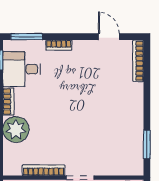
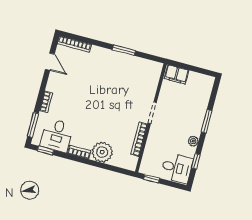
door: (109, 37) -> (50, 62), swing flipped
window: (147, 144) -> (124, 50), moved

